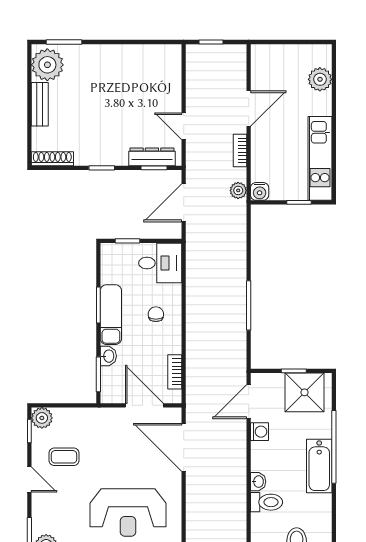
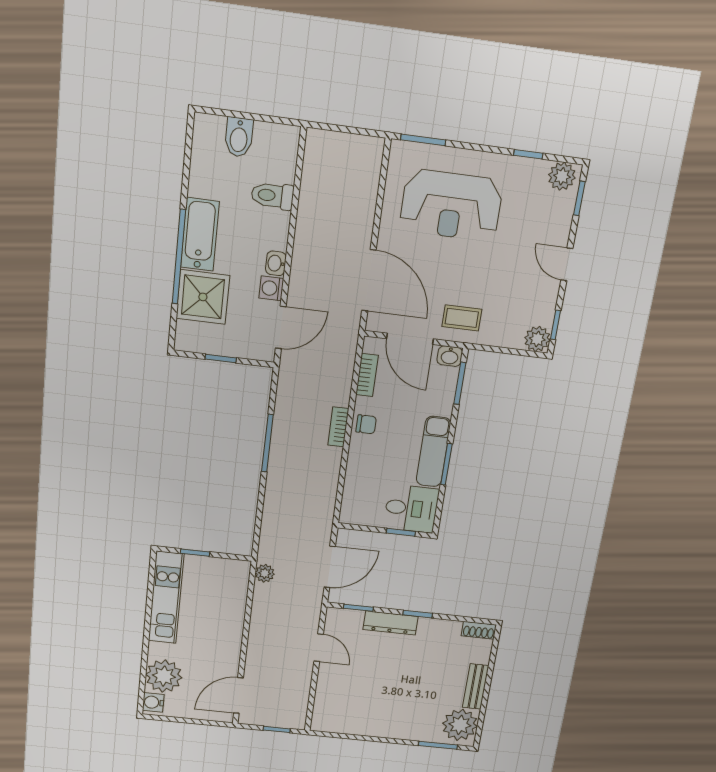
plant: (320, 79) -> (164, 676), width x1.36, depth x1.36
door: (249, 108) -> (238, 696), moved
bookcase: (240, 150) -> (338, 427), moved, turned 180
dresser: (152, 157) -> (391, 623), moved
shoe rack: (52, 159) -> (479, 630), width x0.70
water cooler: (260, 191) -> (153, 702), moved, turned -90
desk: (160, 263) -> (411, 509), moved, turned 180
chair: (156, 314) -> (366, 424), moved, turned -90
washbasin: (108, 356) -> (450, 356), moved, turned -90
shower: (304, 392) -> (203, 297), moved
coffee table: (64, 457) -> (462, 318), moved
washbasin: (258, 482) -> (276, 263), moved
reception desk: (128, 513) -> (451, 205), turned 180

